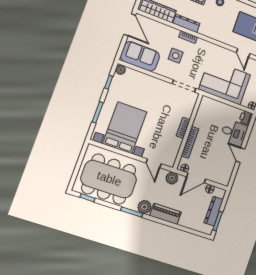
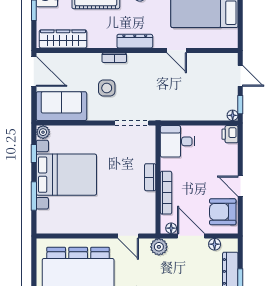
dresser: (186, 23) -> (135, 41), moved
door: (243, 53) -> (177, 50), moved
corner sofa: (225, 82) -> (184, 98), removed
bed with nightstands: (125, 128) -> (66, 175), moved, turned 90
desk: (234, 133) -> (178, 141), moved, turned 180
armchair: (223, 169) -> (223, 212), added
door: (196, 178) -> (191, 236), swing flipped

